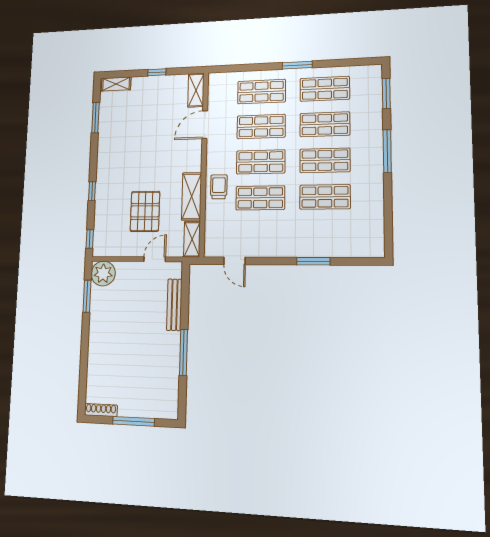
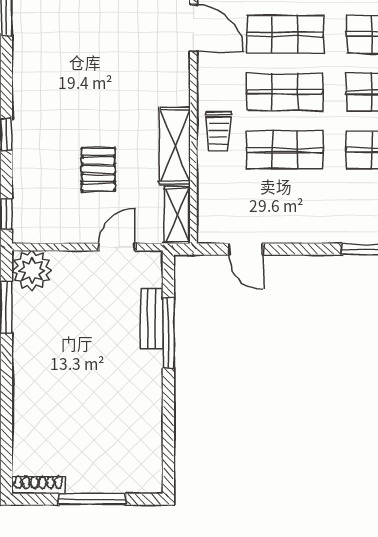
door: (205, 125) -> (193, 28), swing flipped
trolley: (219, 187) -> (219, 131), turned 180
pallet: (145, 211) -> (98, 169), width x0.67, depth x0.71
bench: (174, 305) -> (152, 319), width x0.73
window: (183, 352) -> (168, 333), moved

